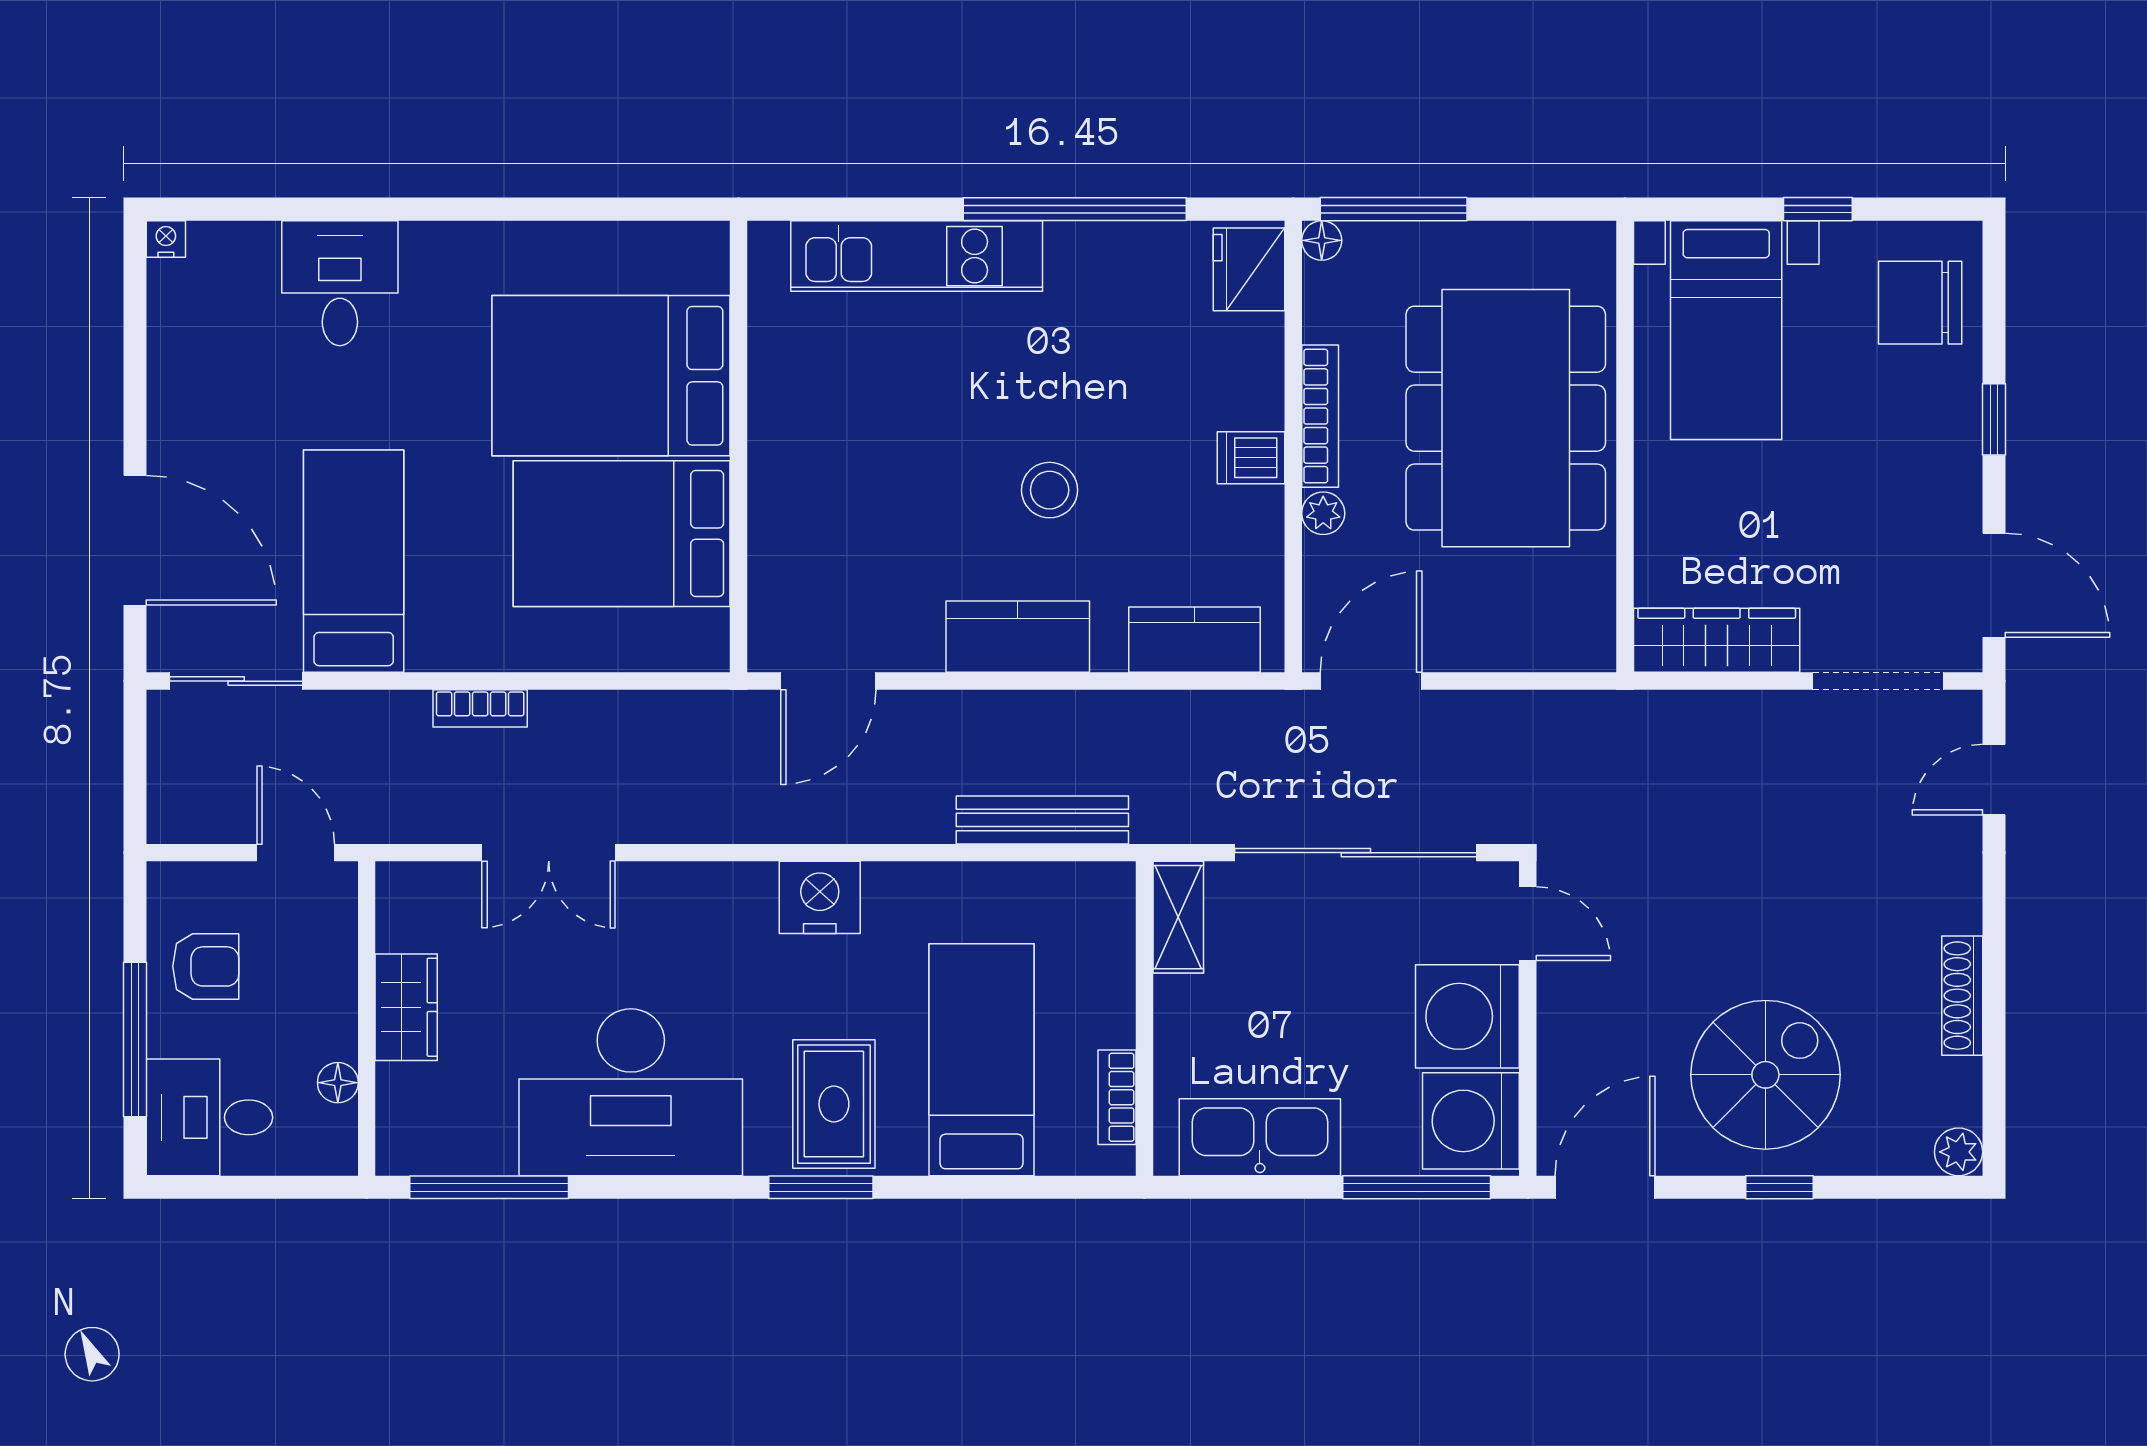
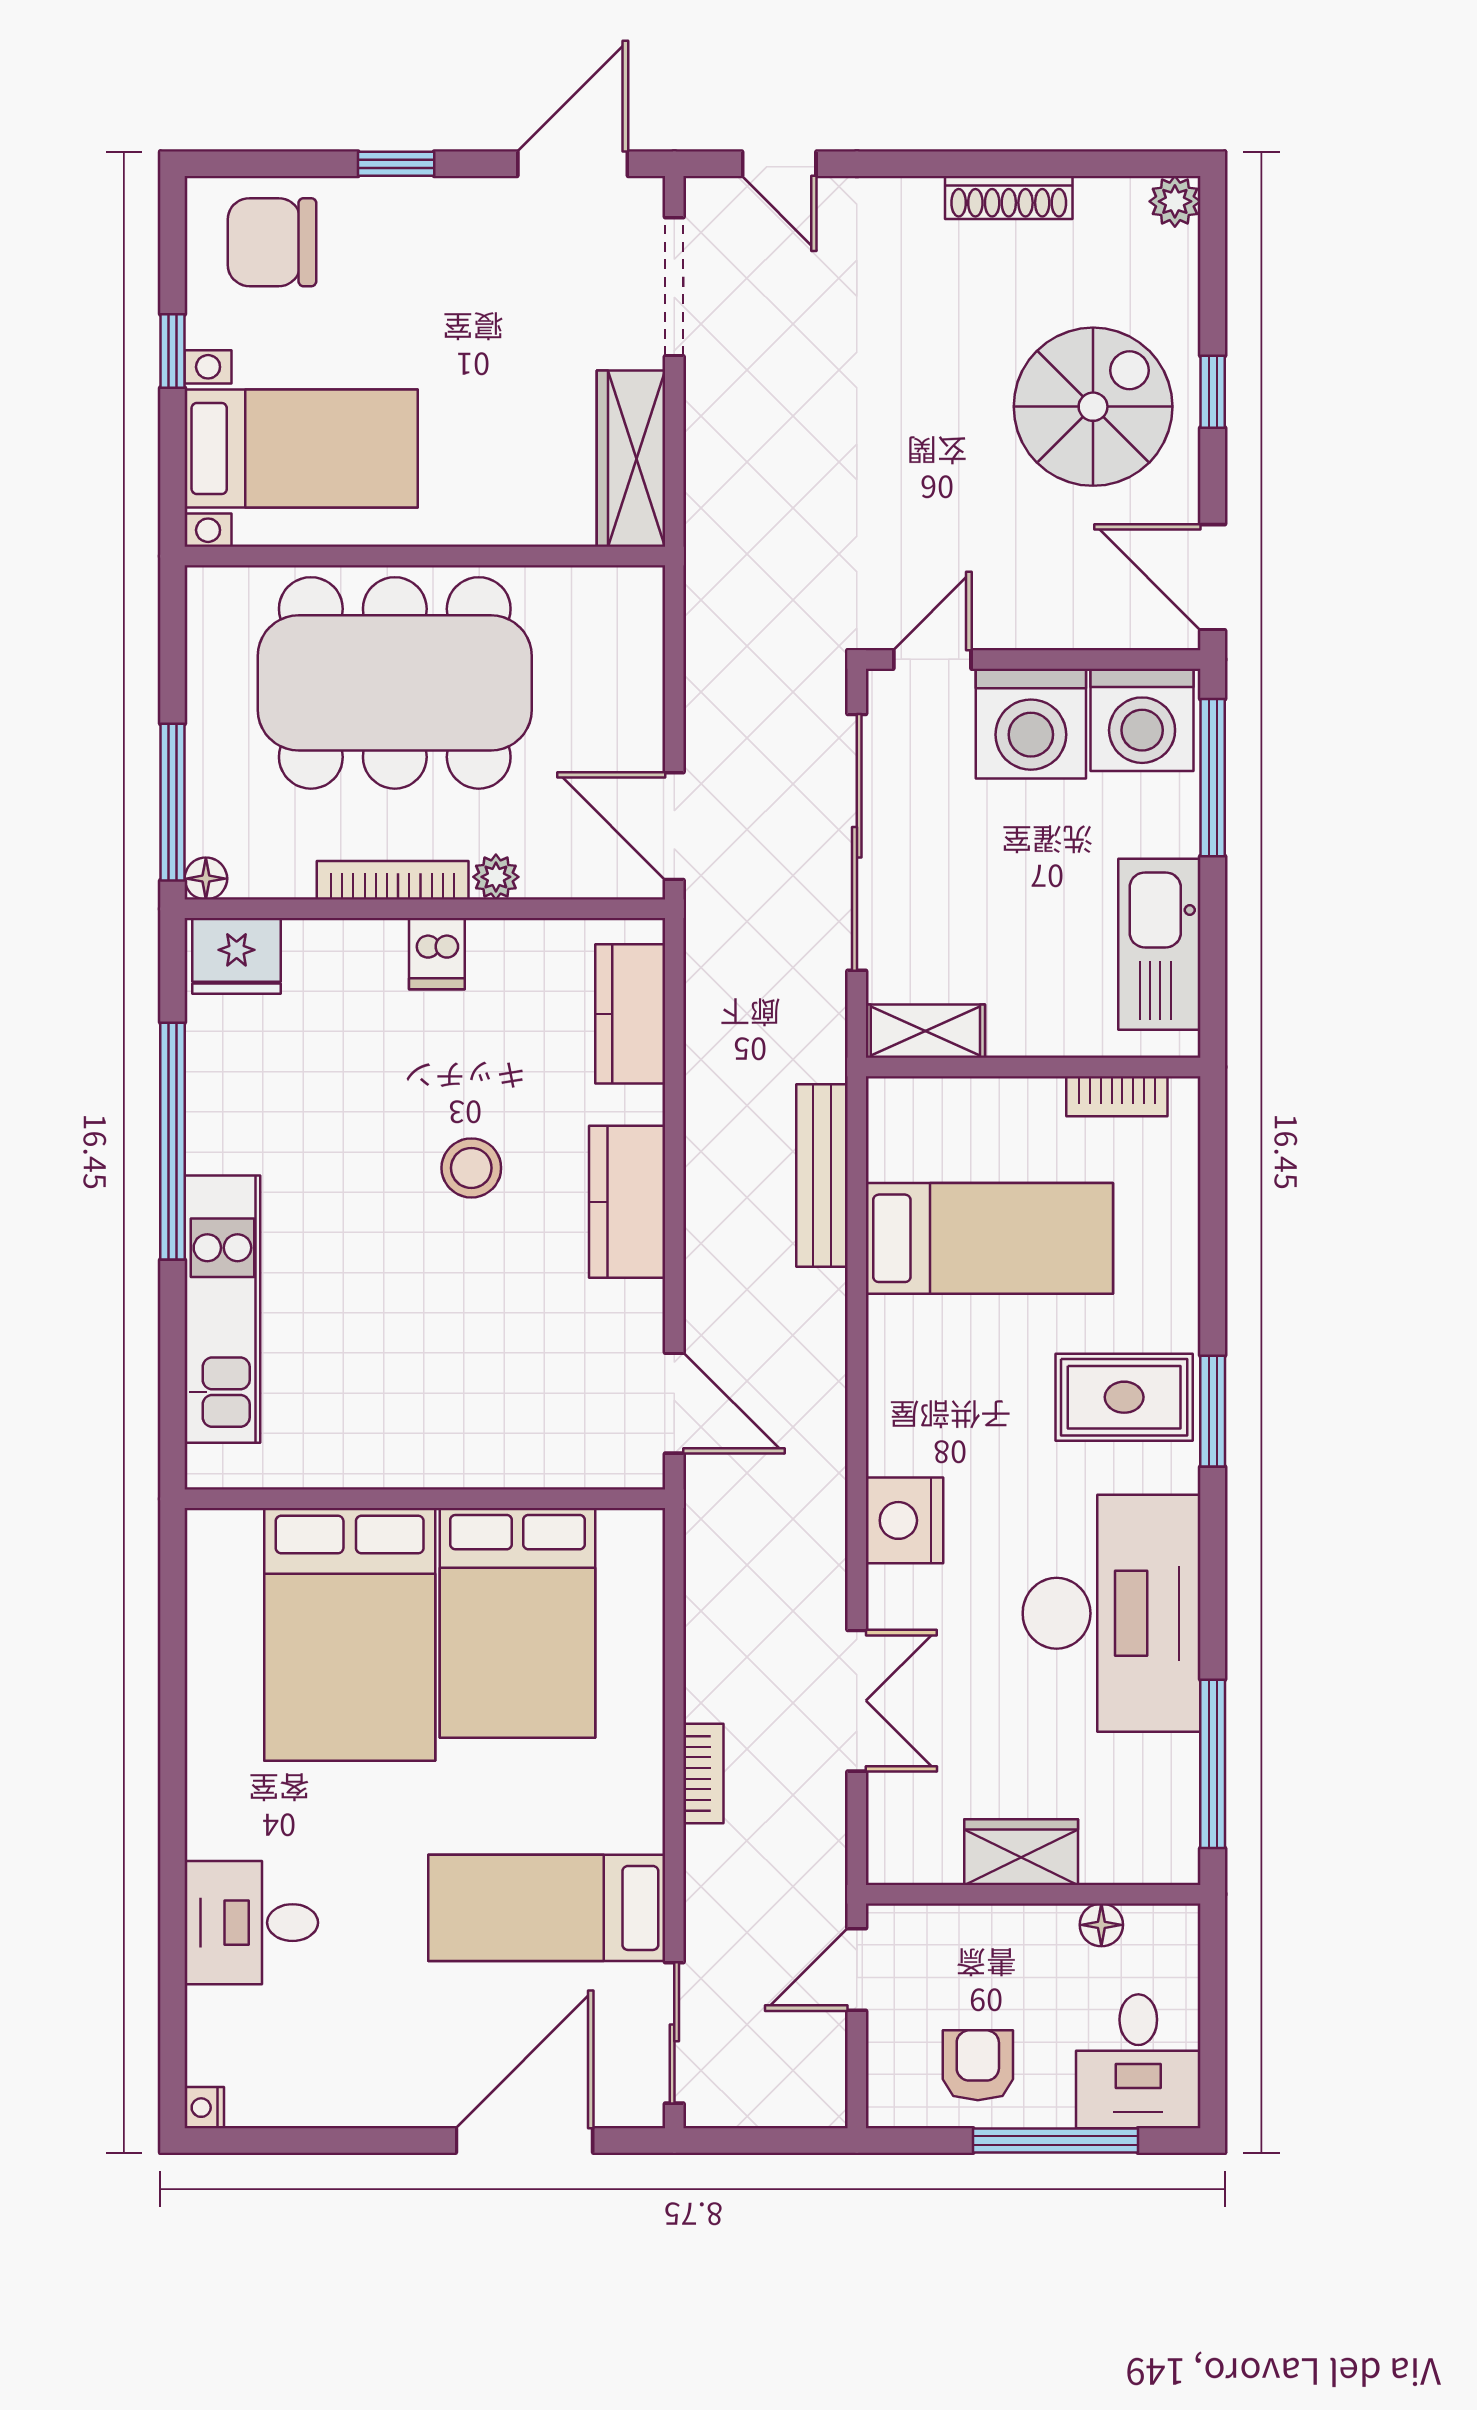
chair: (1920, 303) -> (272, 242), turned 90
nightstand: (820, 897) -> (904, 1520), moved
bed: (981, 1060) -> (989, 1238), moved, turned 180
spiral stairs: (1765, 1075) -> (1093, 407), turned 90

